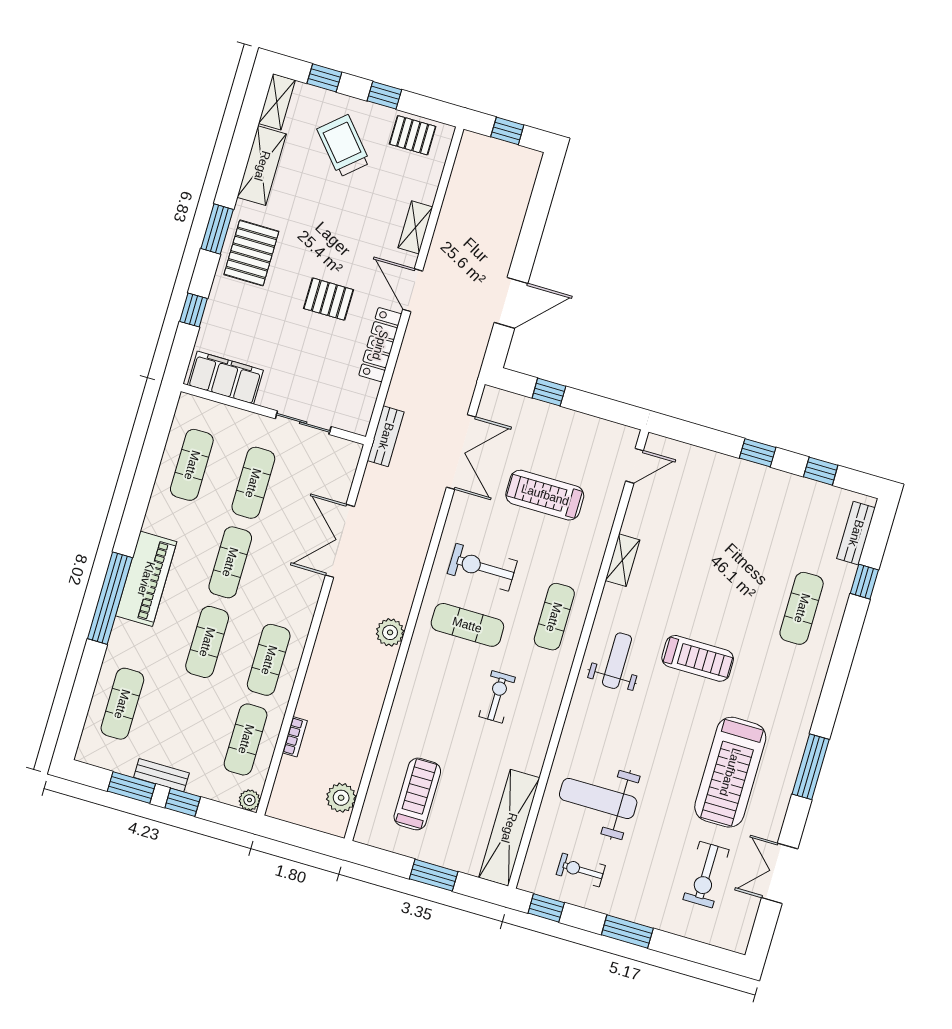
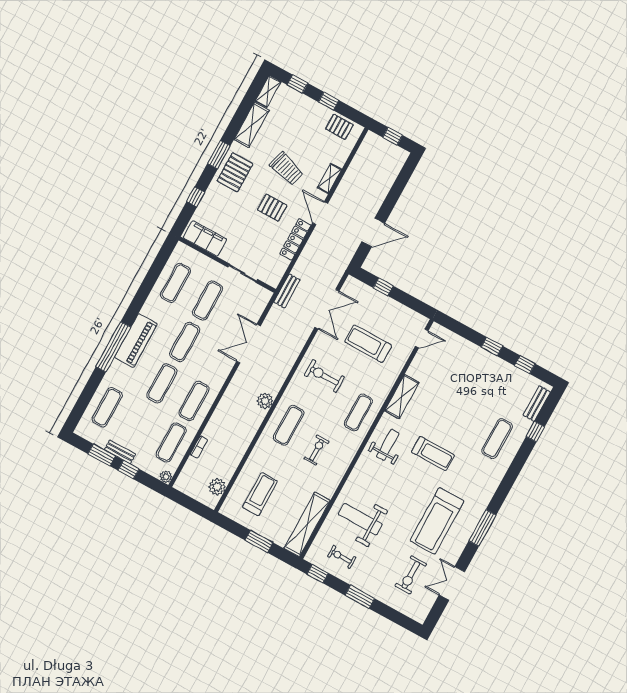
trolley: (344, 146) -> (287, 169), moved, turned 147
shelving: (623, 560) -> (402, 397), width x1.50, depth x1.33
exercise mat: (467, 625) -> (289, 425), moved, turned 90

